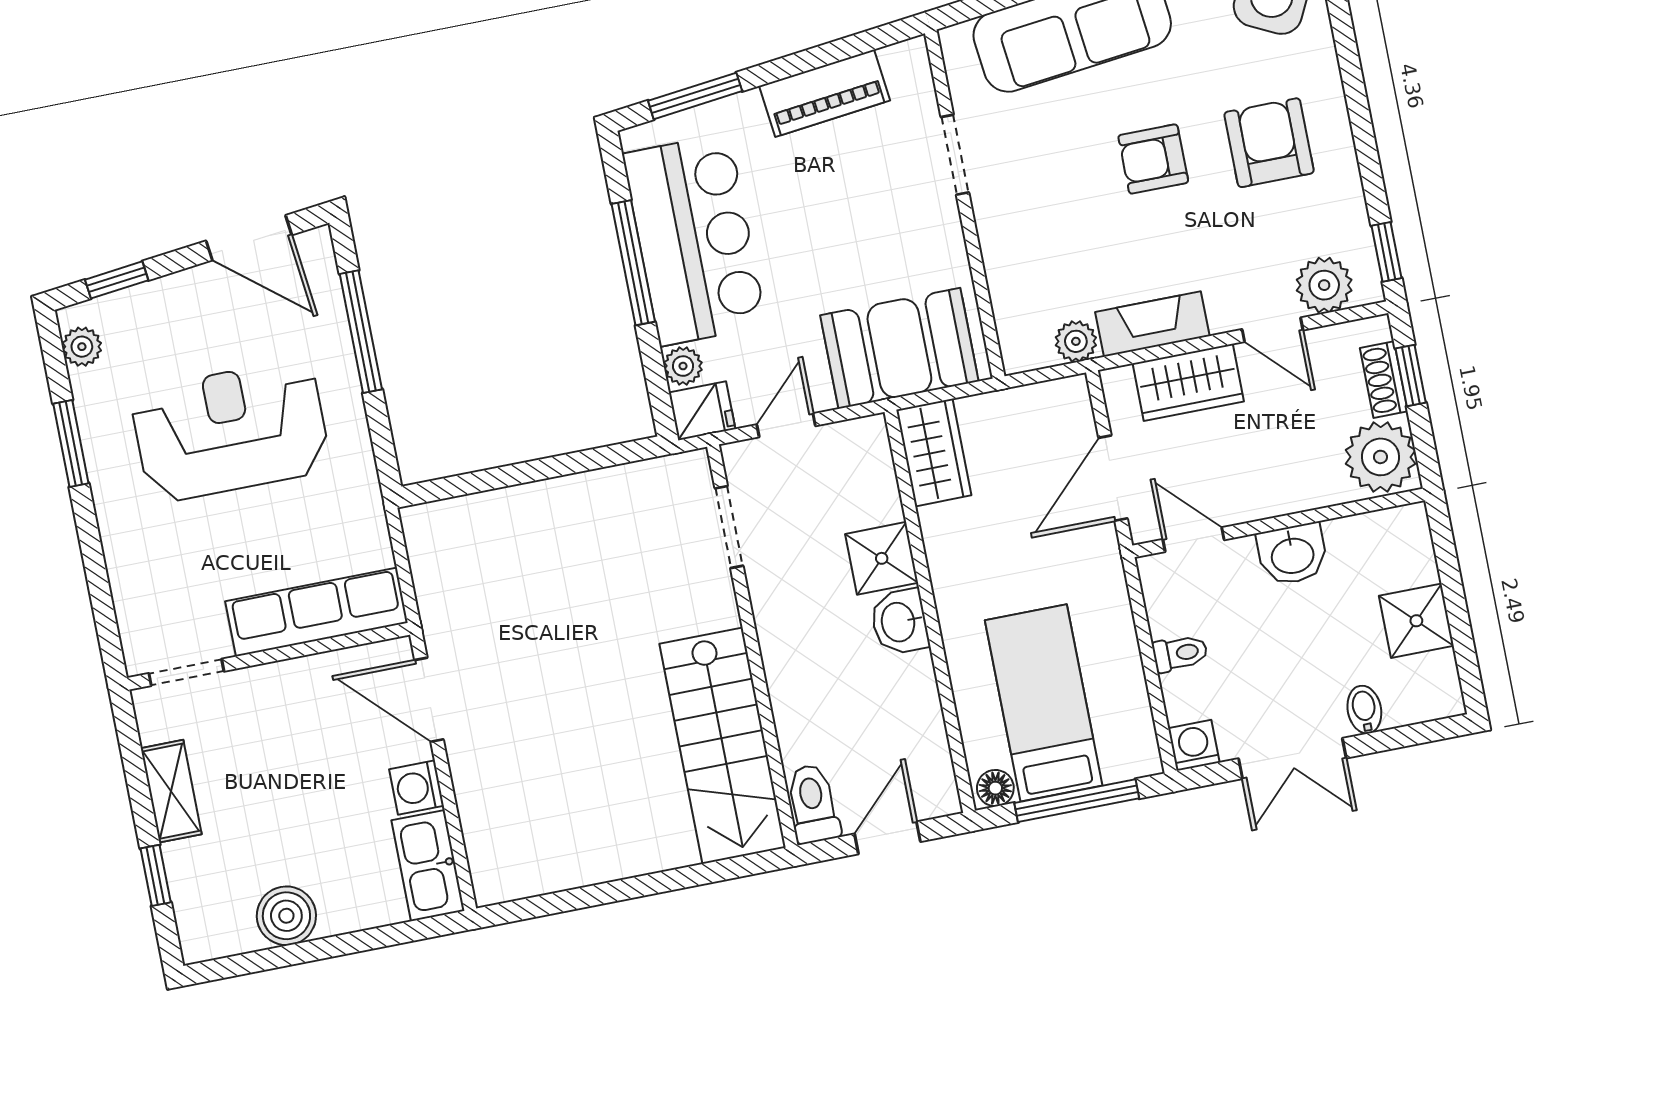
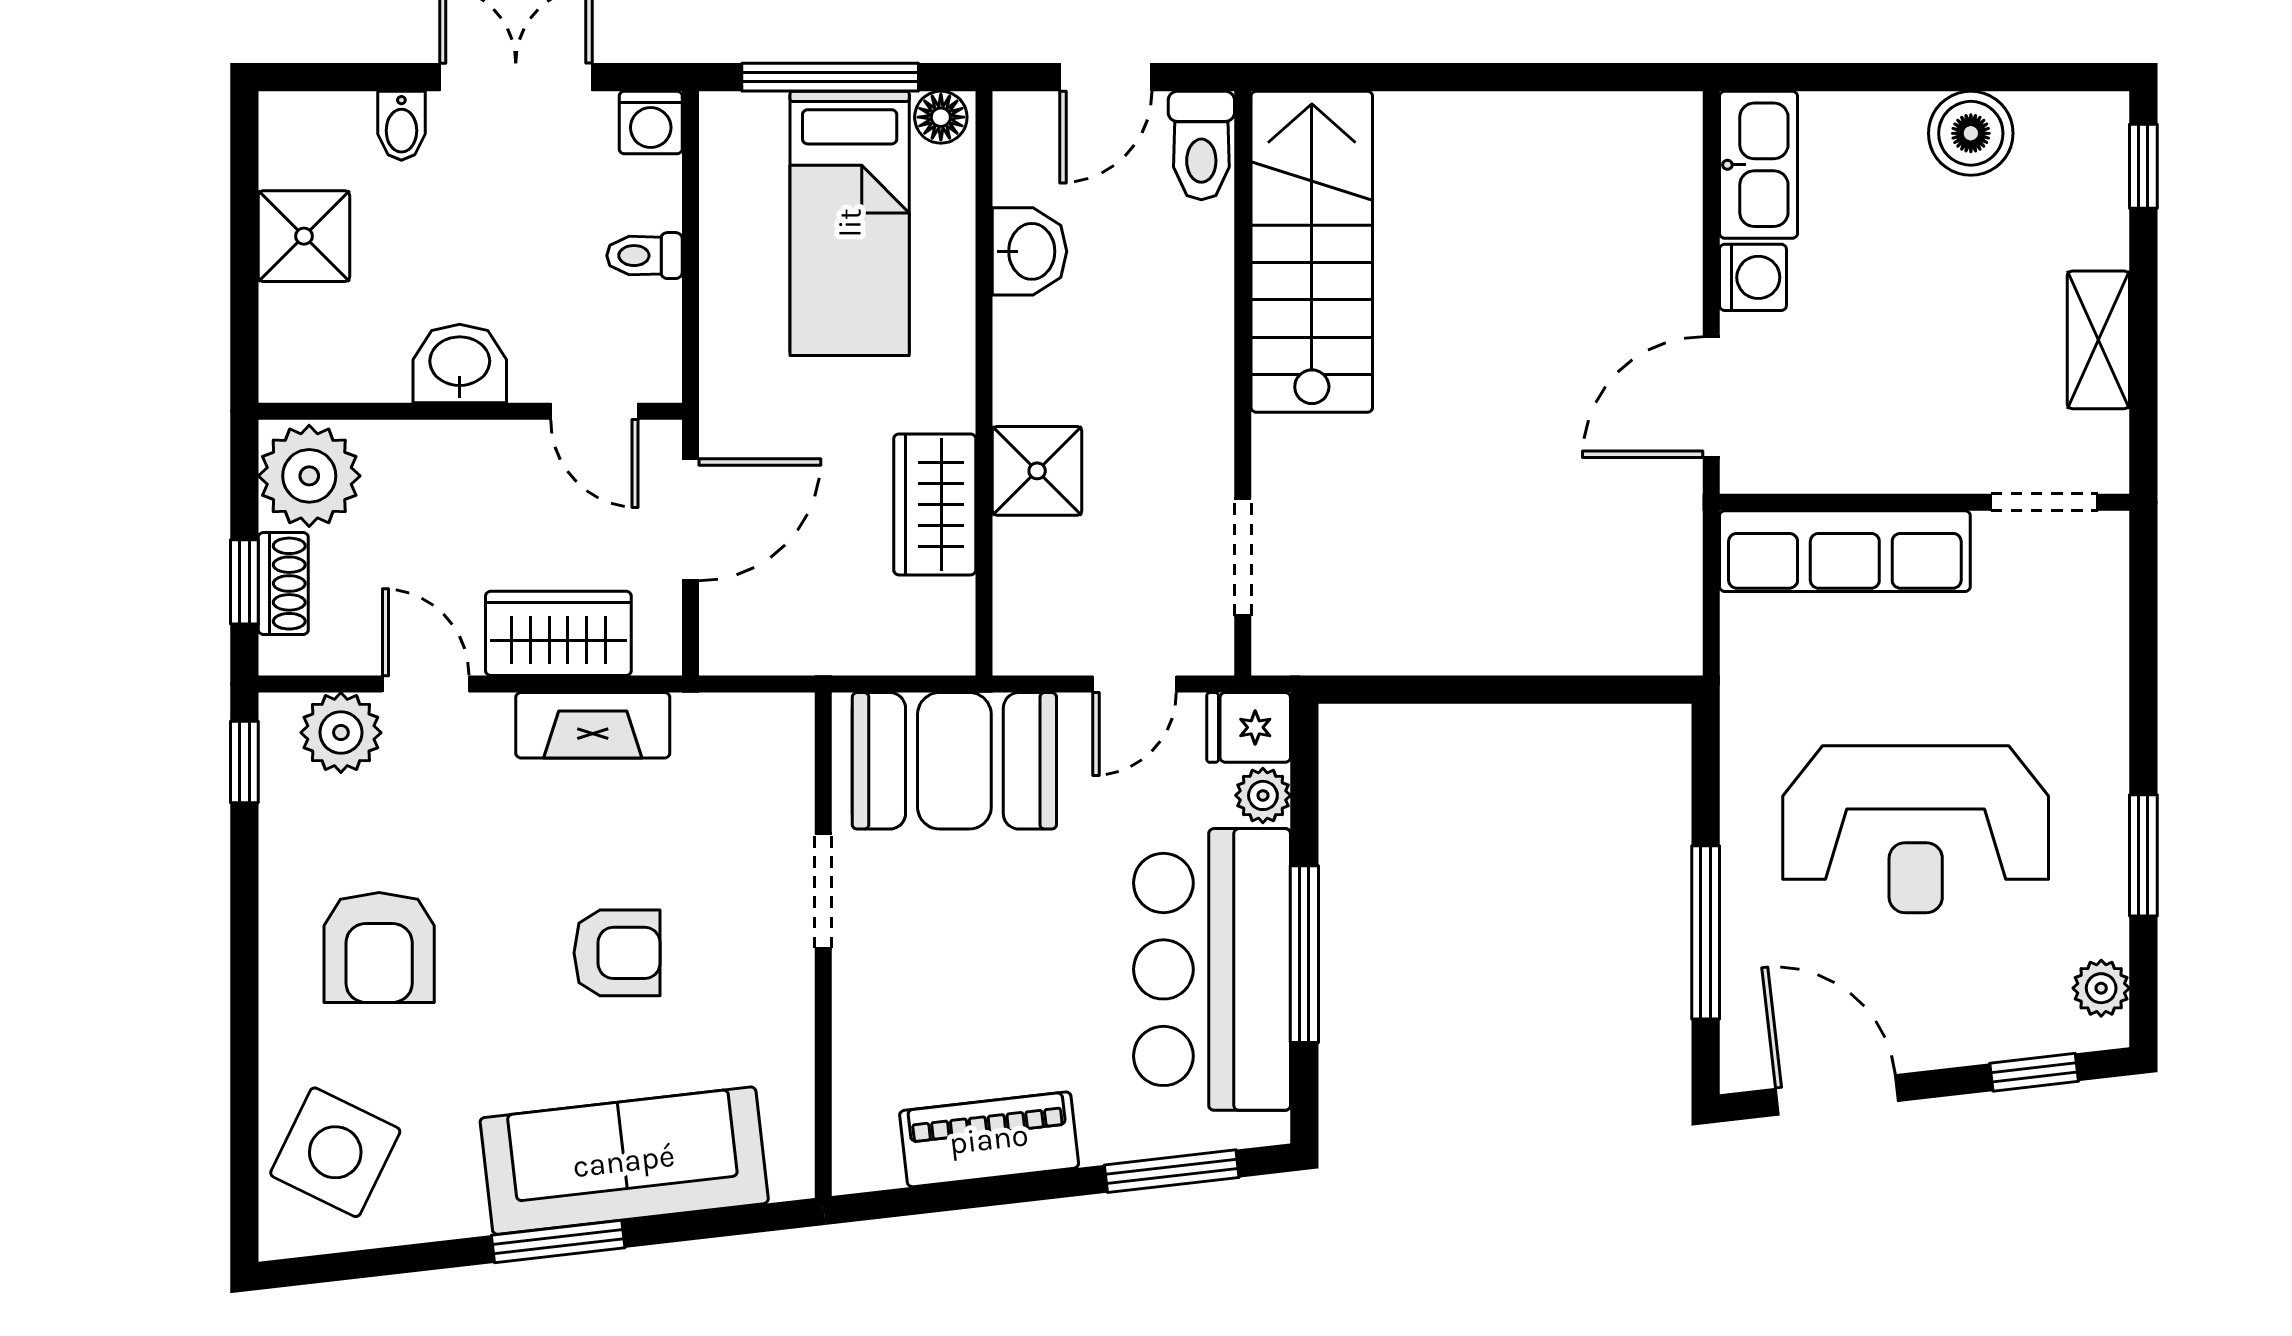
doorway: (955, 155) -> (823, 891), moved
armchair: (1153, 159) -> (617, 953), moved
plant: (1076, 341) -> (705, 722), removed
wardrobe: (934, 453) -> (935, 504), moved
washbasin: (900, 622) -> (1030, 251), moved
door: (429, 700) -> (1711, 397), swing flipped
window: (156, 875) -> (2143, 166), moved

